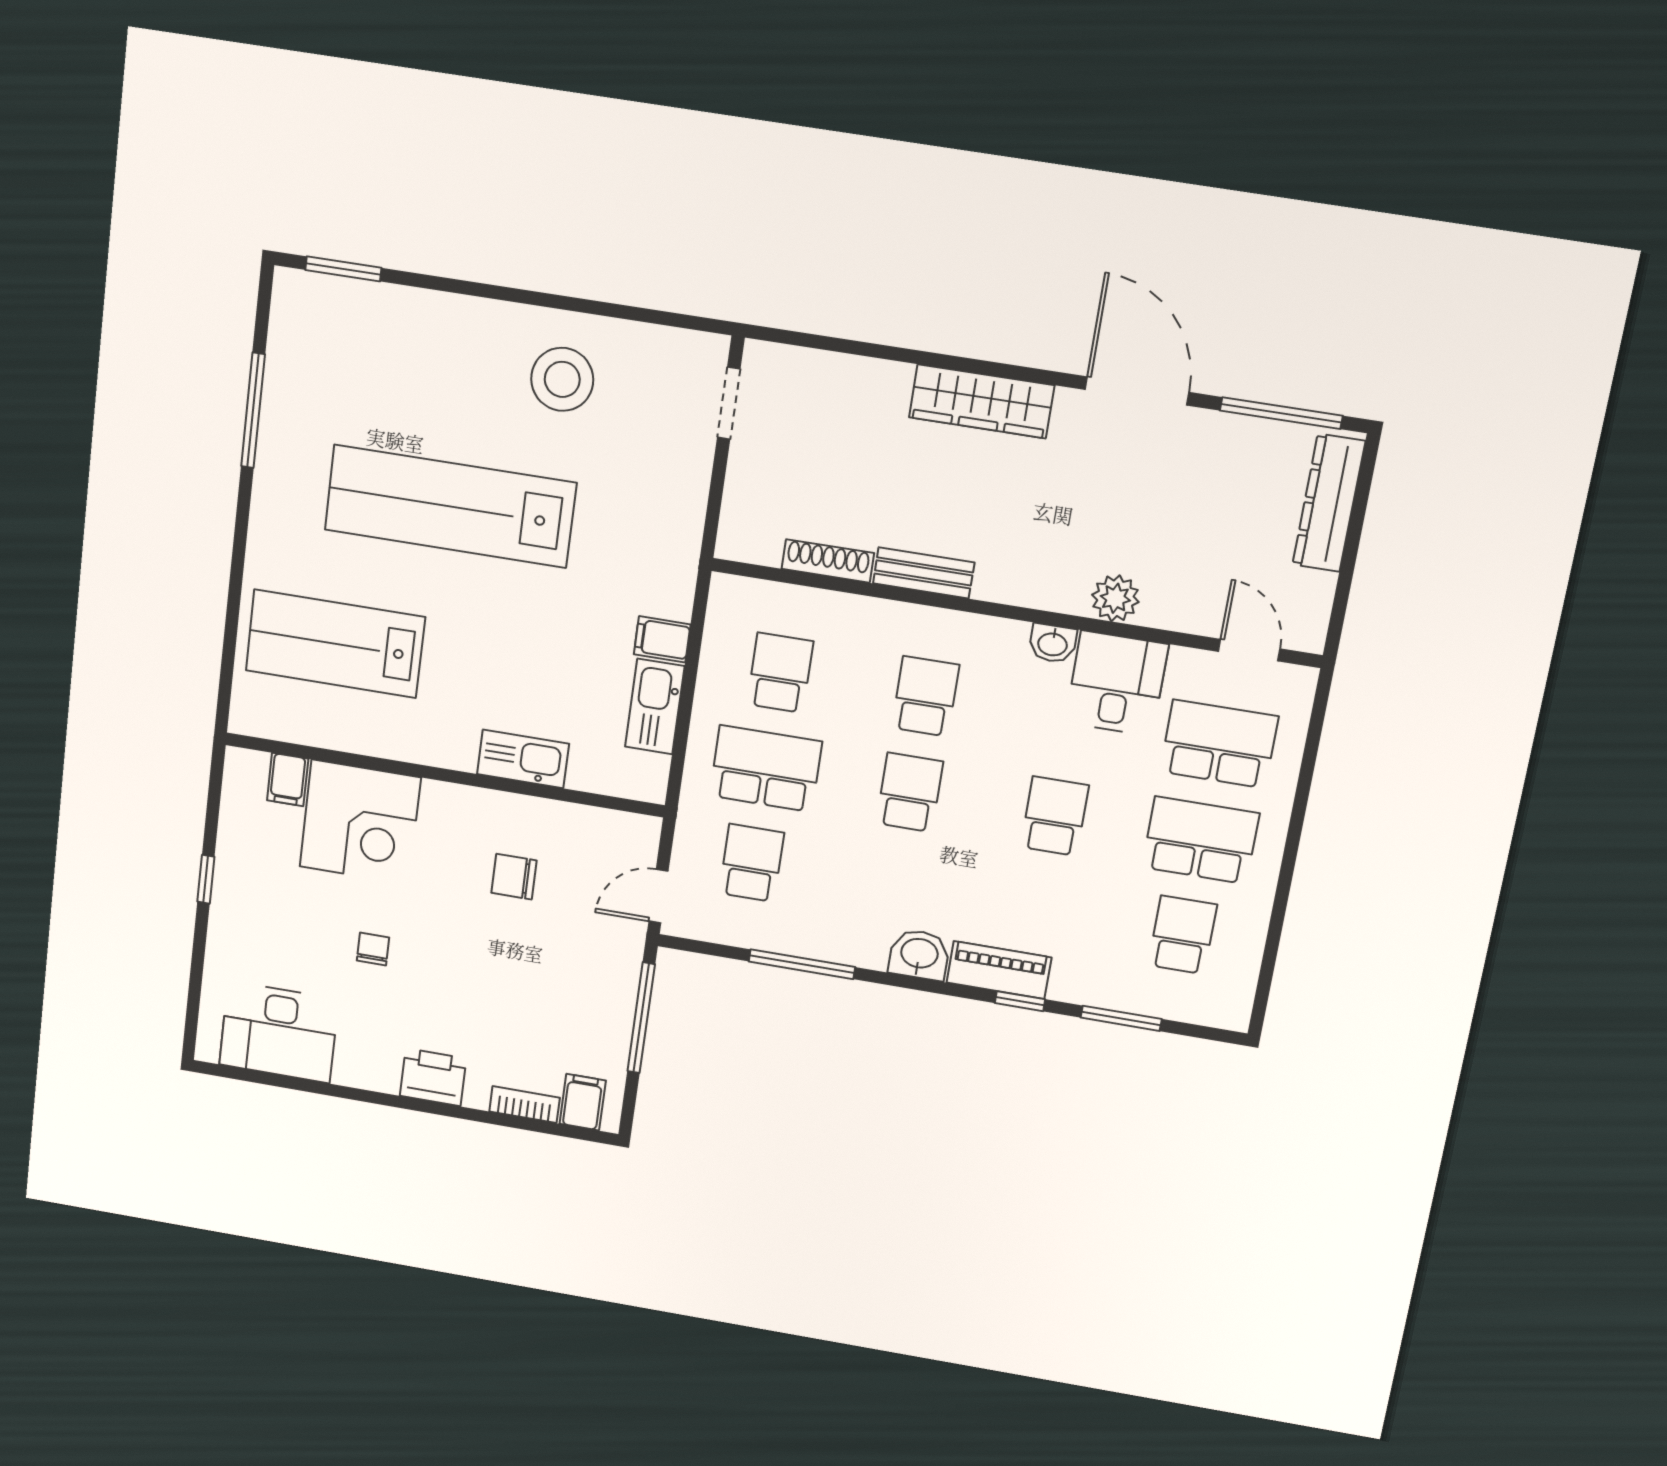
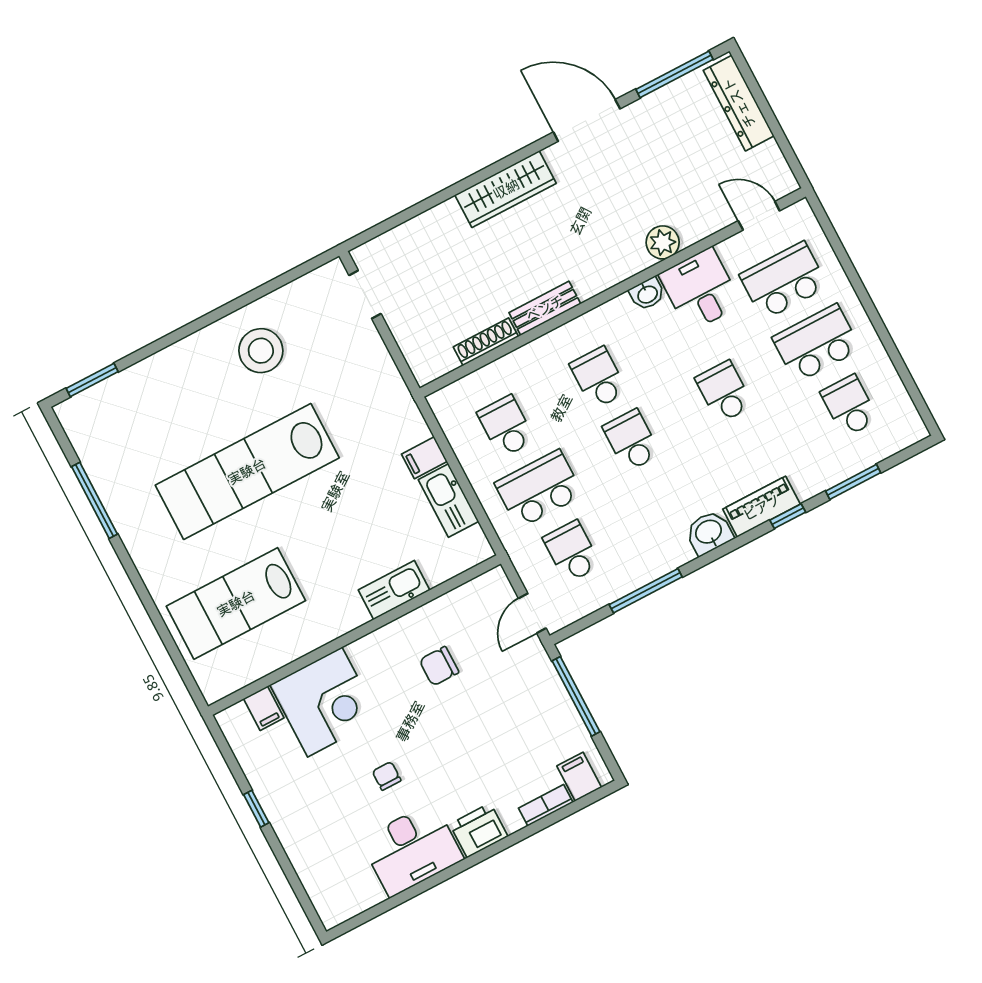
desk: (279, 1032) -> (412, 849), moved

